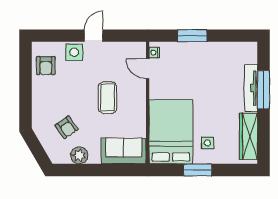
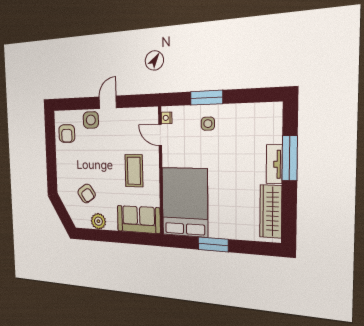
tv unit: (251, 88) -> (274, 164), width x0.71
coffee table: (107, 98) -> (134, 171), moved
side table: (207, 143) -> (208, 124), moved

